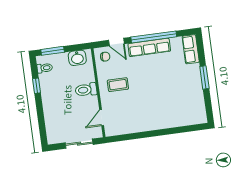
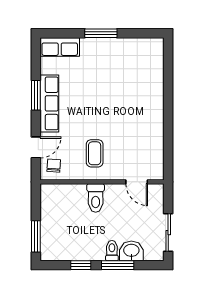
window: (154, 37) -> (36, 95), width x0.47
washbasin: (77, 58) -> (131, 251), moved, turned -90
toilet: (45, 68) -> (112, 251), moved
window: (40, 112) -> (118, 265), added
sliding door: (79, 144) -> (168, 233), moved

